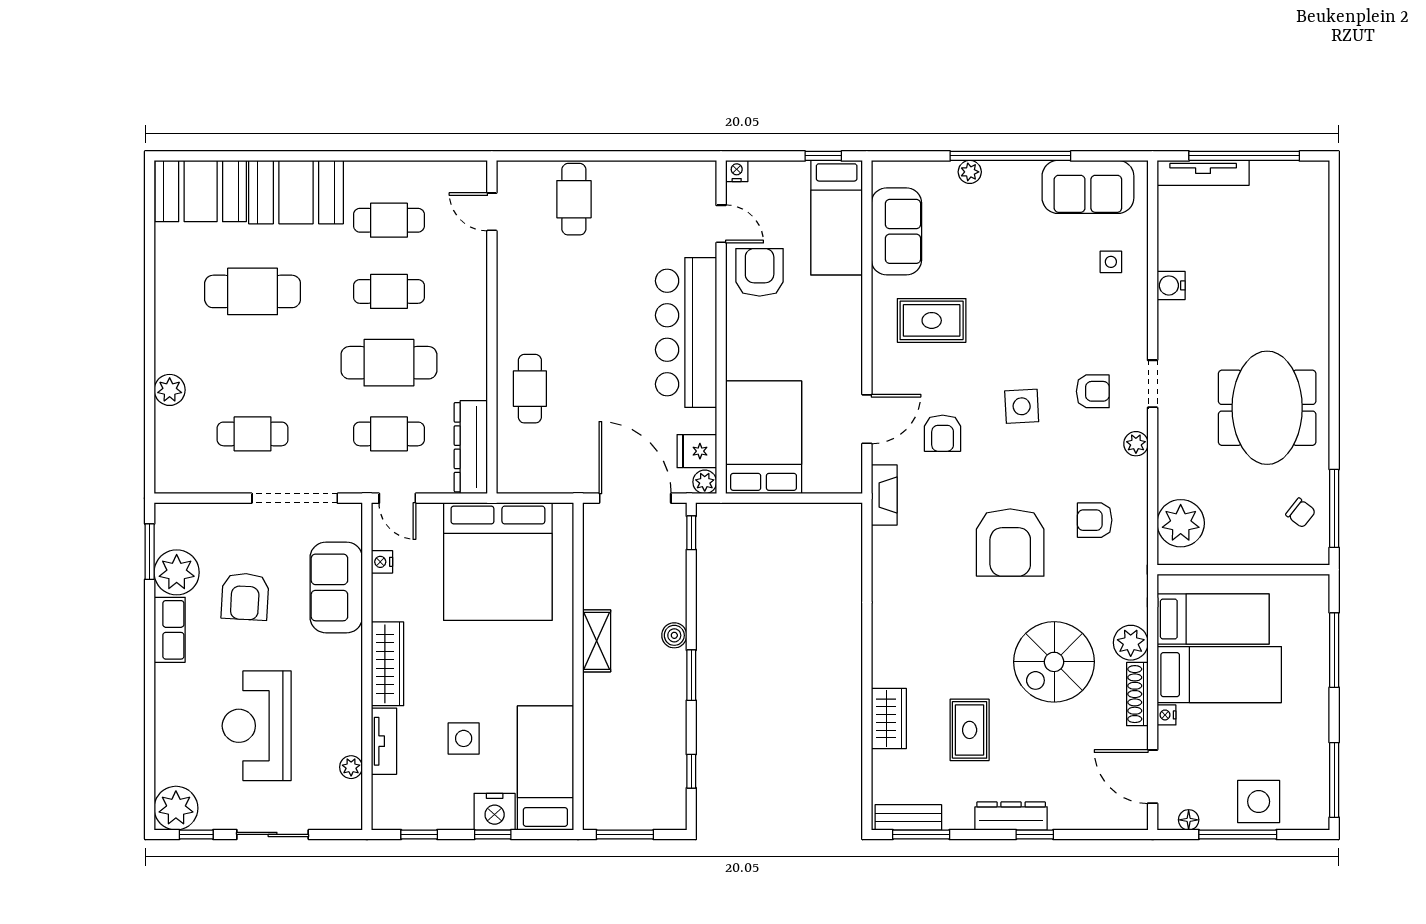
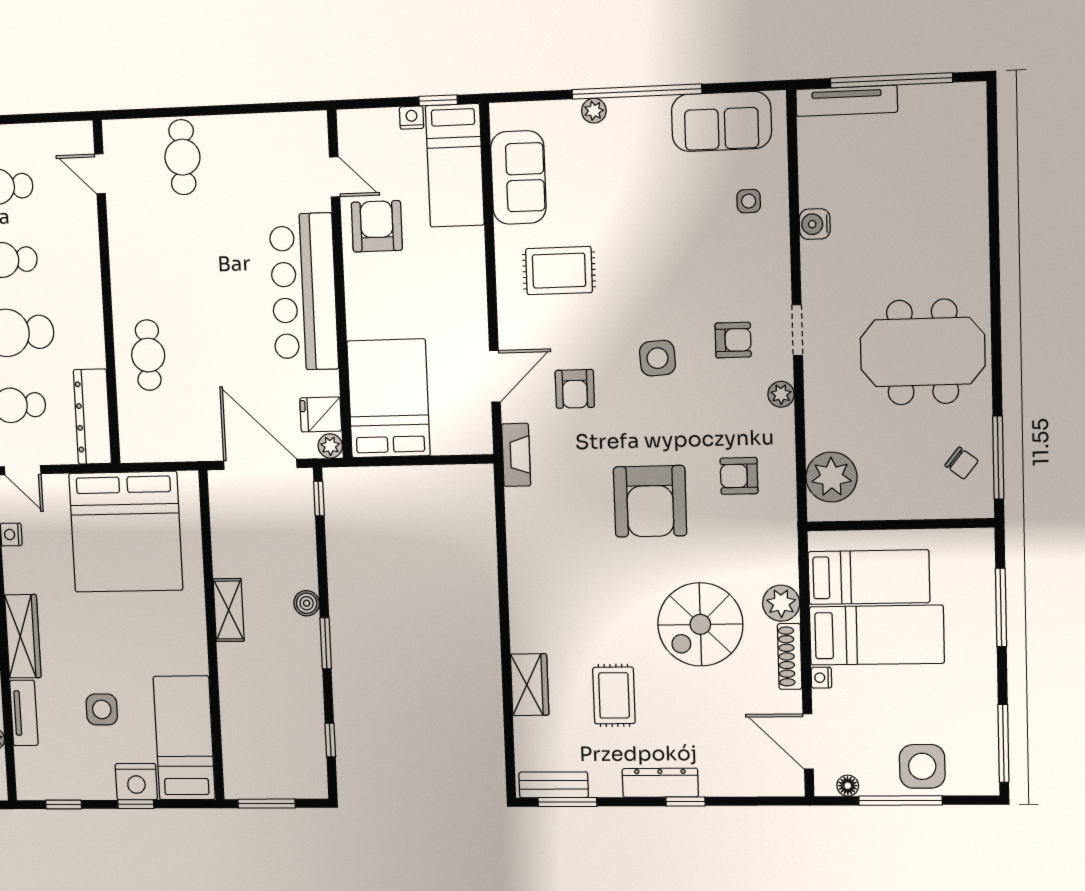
nightstand: (737, 171) -> (412, 118), moved
meeting table: (1267, 408) -> (923, 352), turned 90

